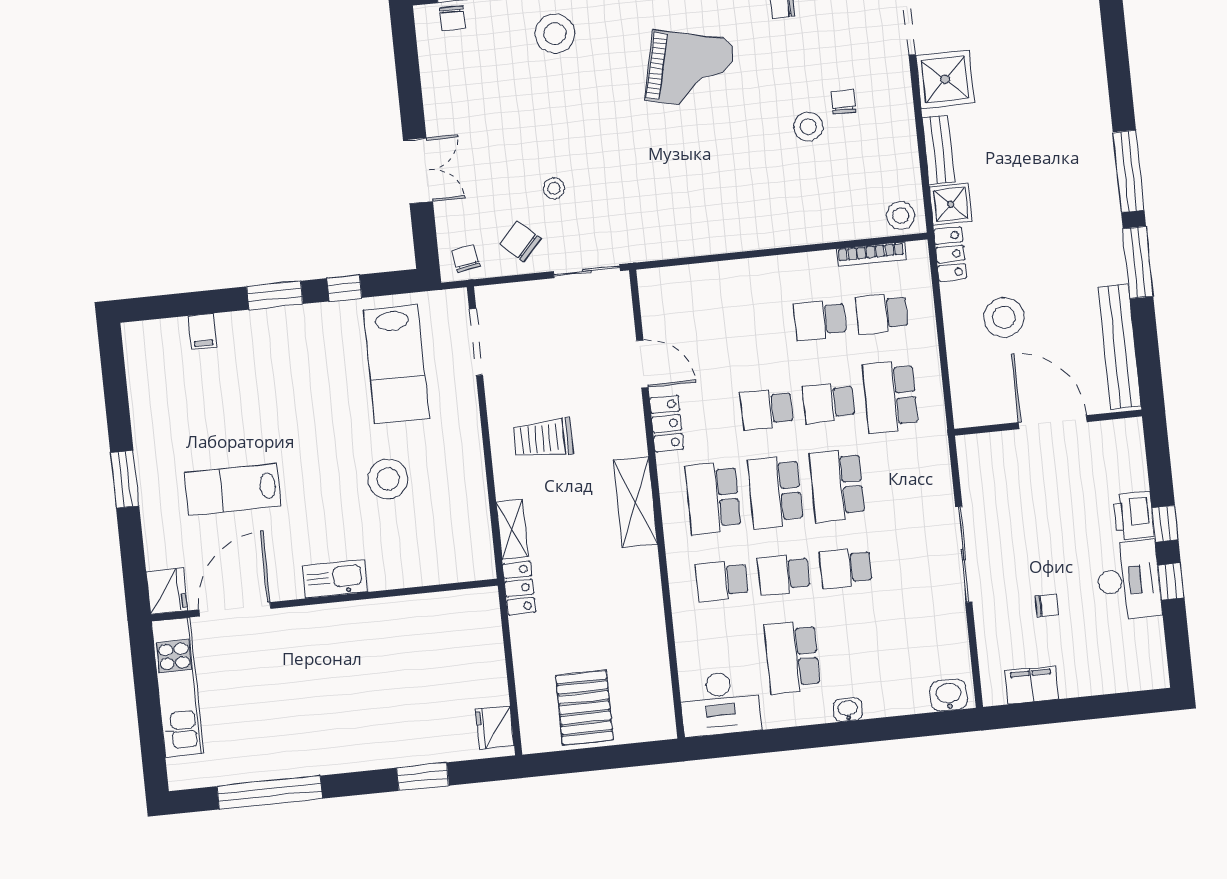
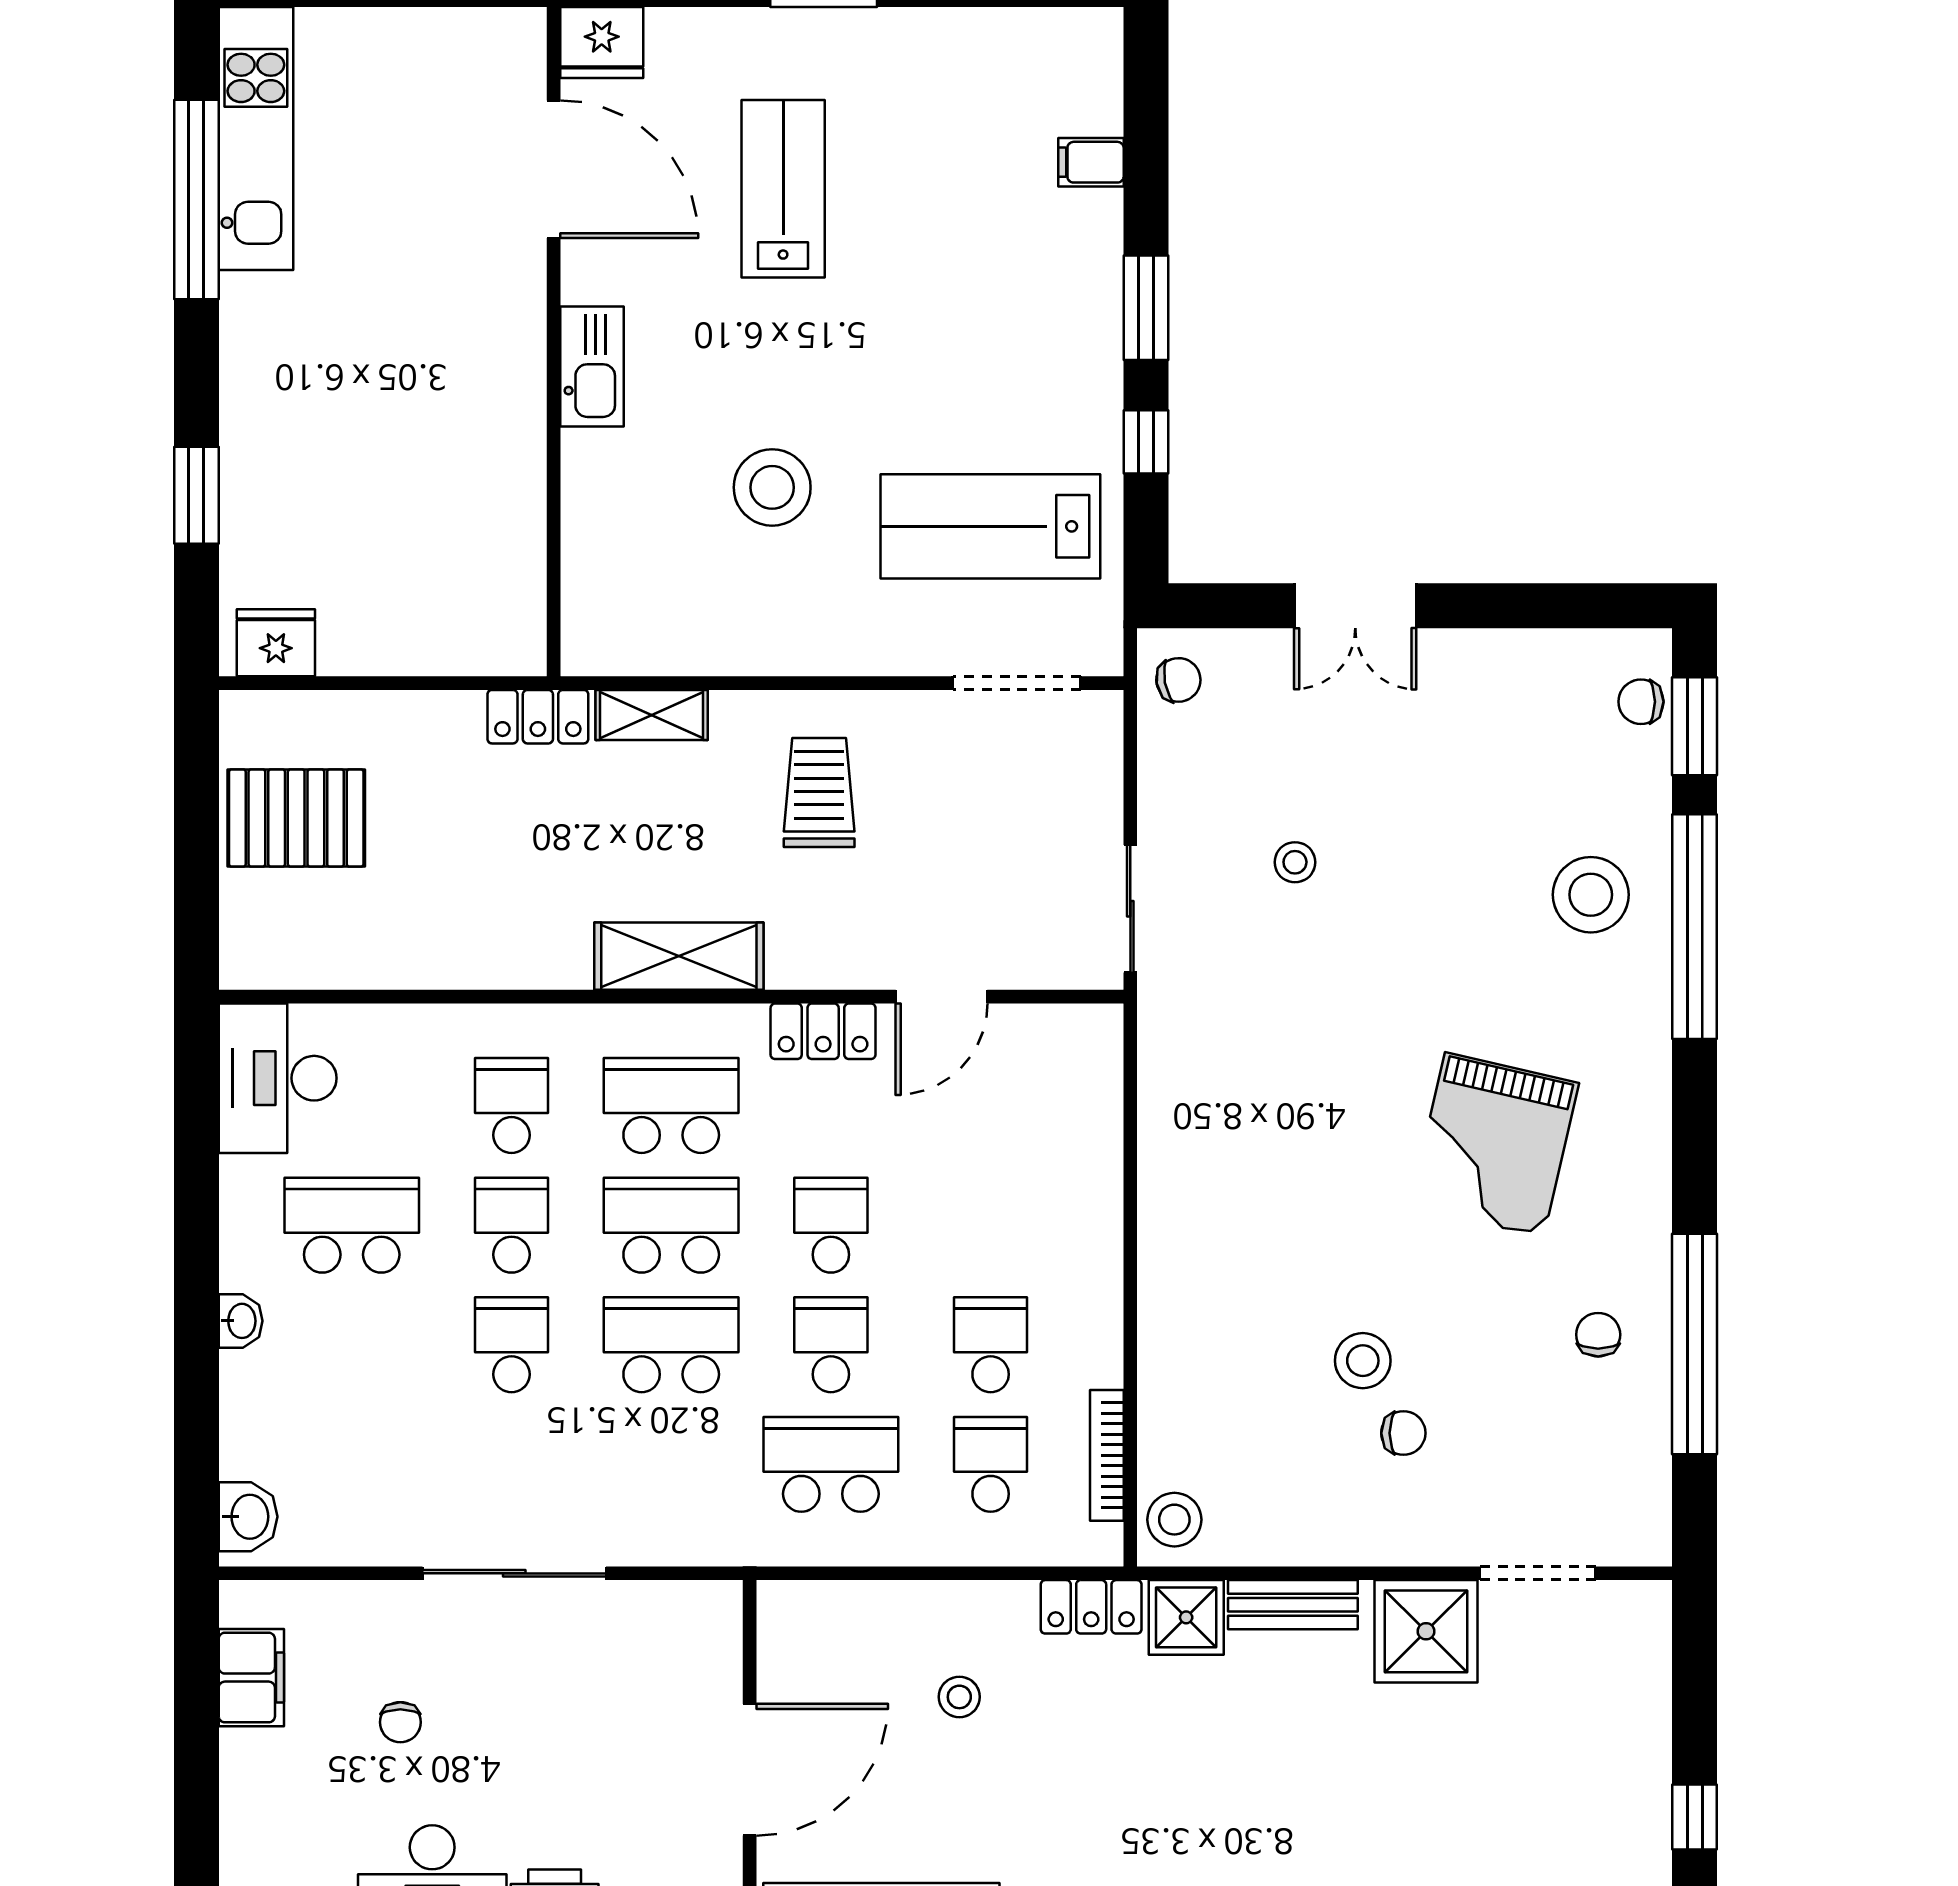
chair: (521, 241) -> (1200, 788), removed
stool: (1004, 317) -> (959, 1697), width x0.53, depth x0.53
kitchen unit: (177, 688) -> (256, 138), moved, turned -90

